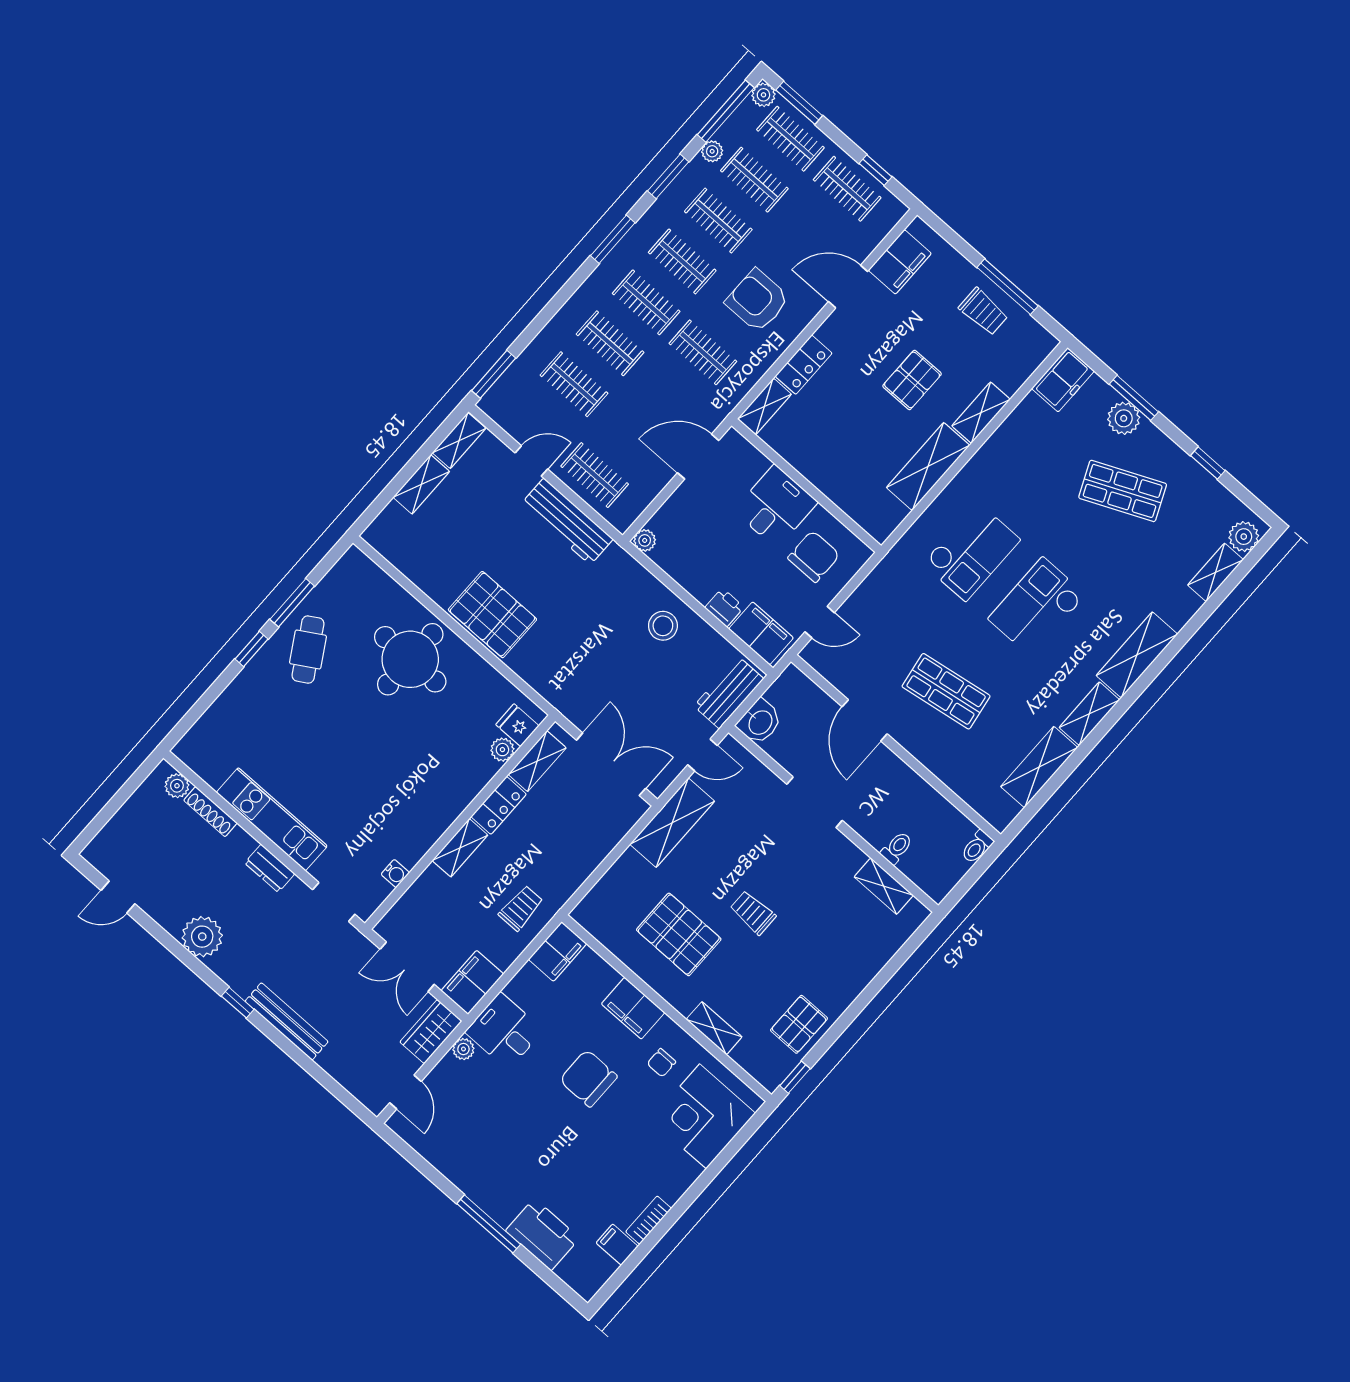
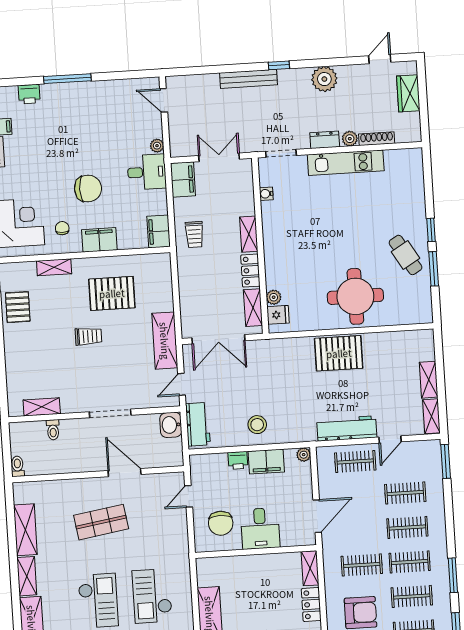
filing cabinet: (761, 633) -> (266, 462), moved
plant: (177, 786) -> (350, 139), moved
wardrobe: (431, 1032) -> (408, 93), moved, turned 180
printer: (543, 1234) -> (29, 94), width x0.53, depth x0.68

